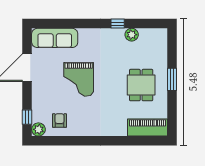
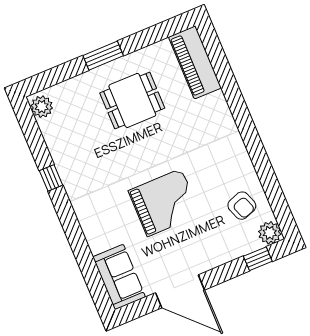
plant: (132, 35) -> (42, 107), moved
sofa: (55, 38) -> (119, 277), width x0.73
armchair: (59, 121) -> (242, 206), turned -110

